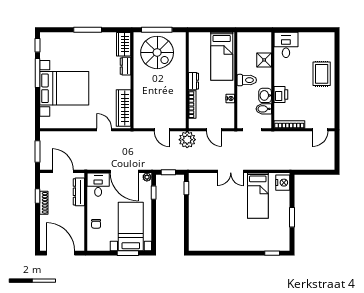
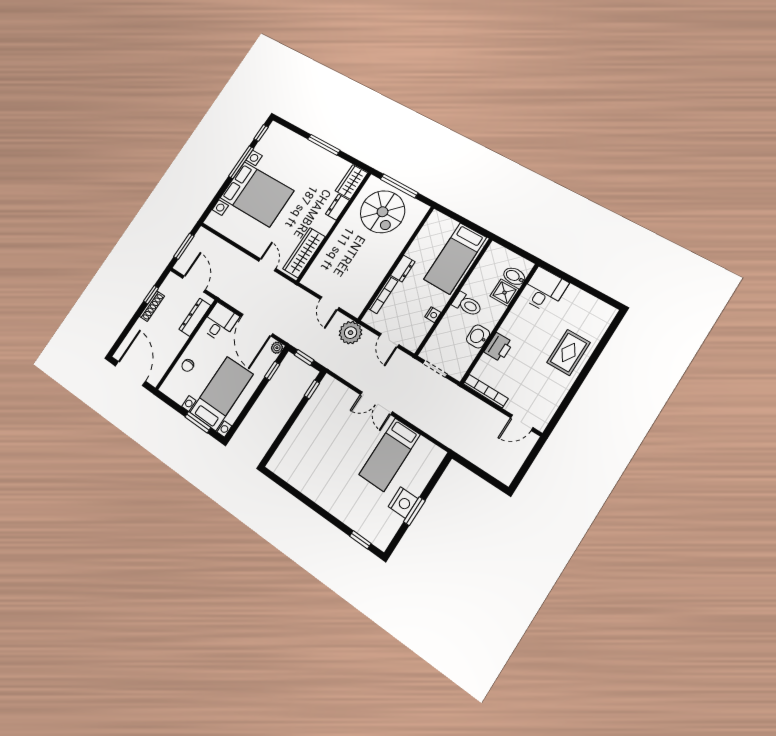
bidet: (264, 109) -> (514, 276), moved
nightstand: (283, 183) -> (403, 503), moved

